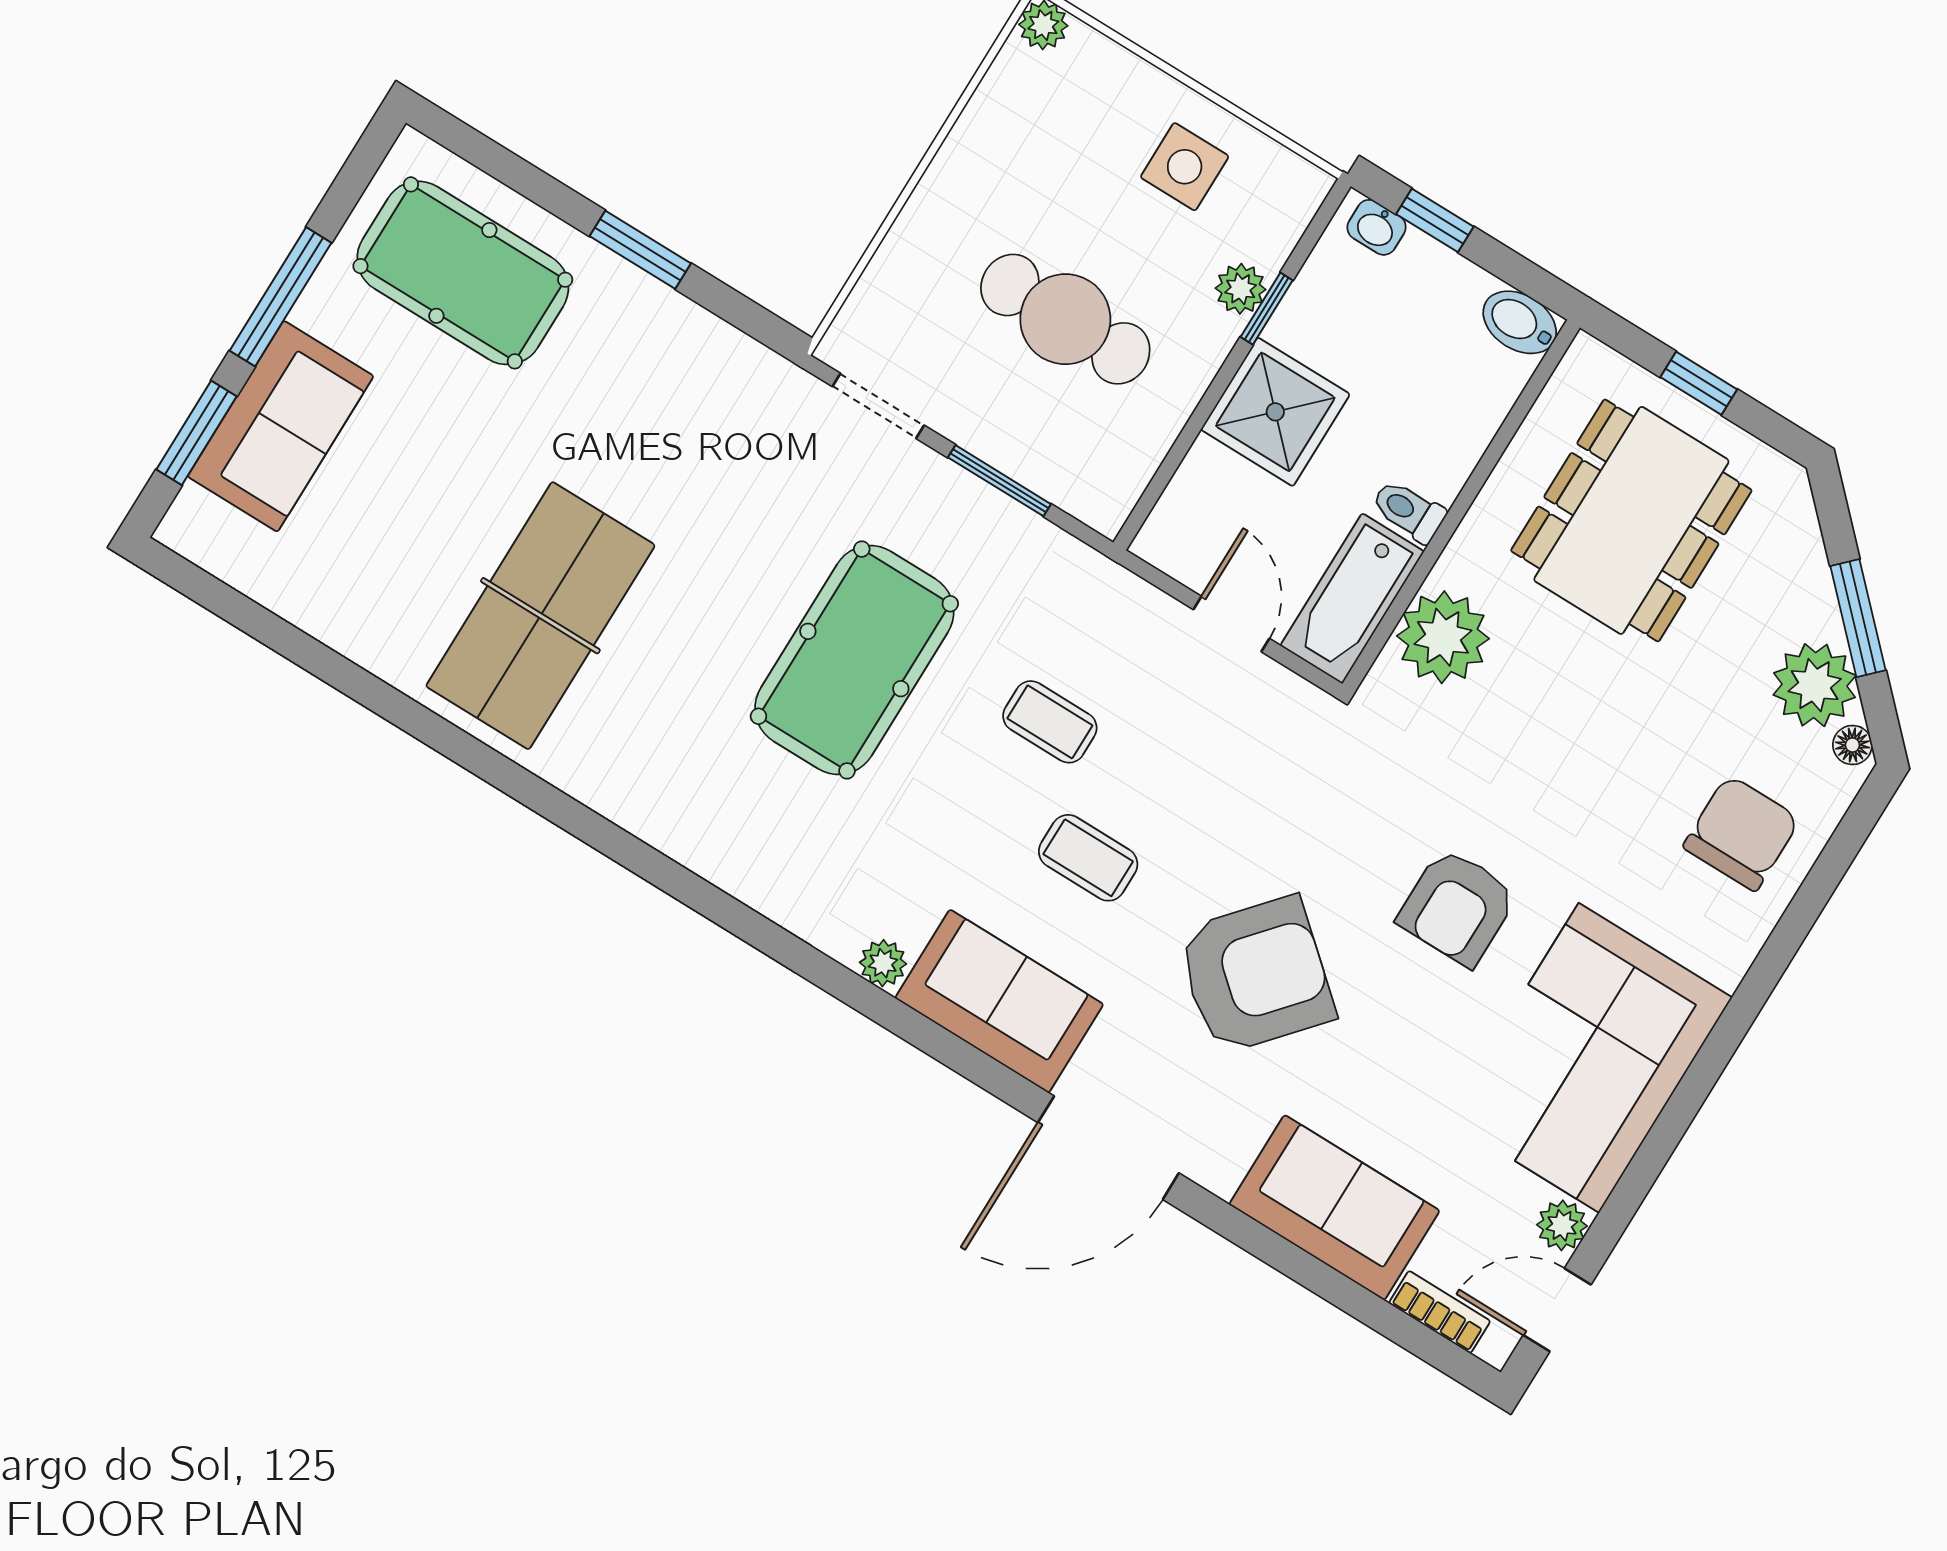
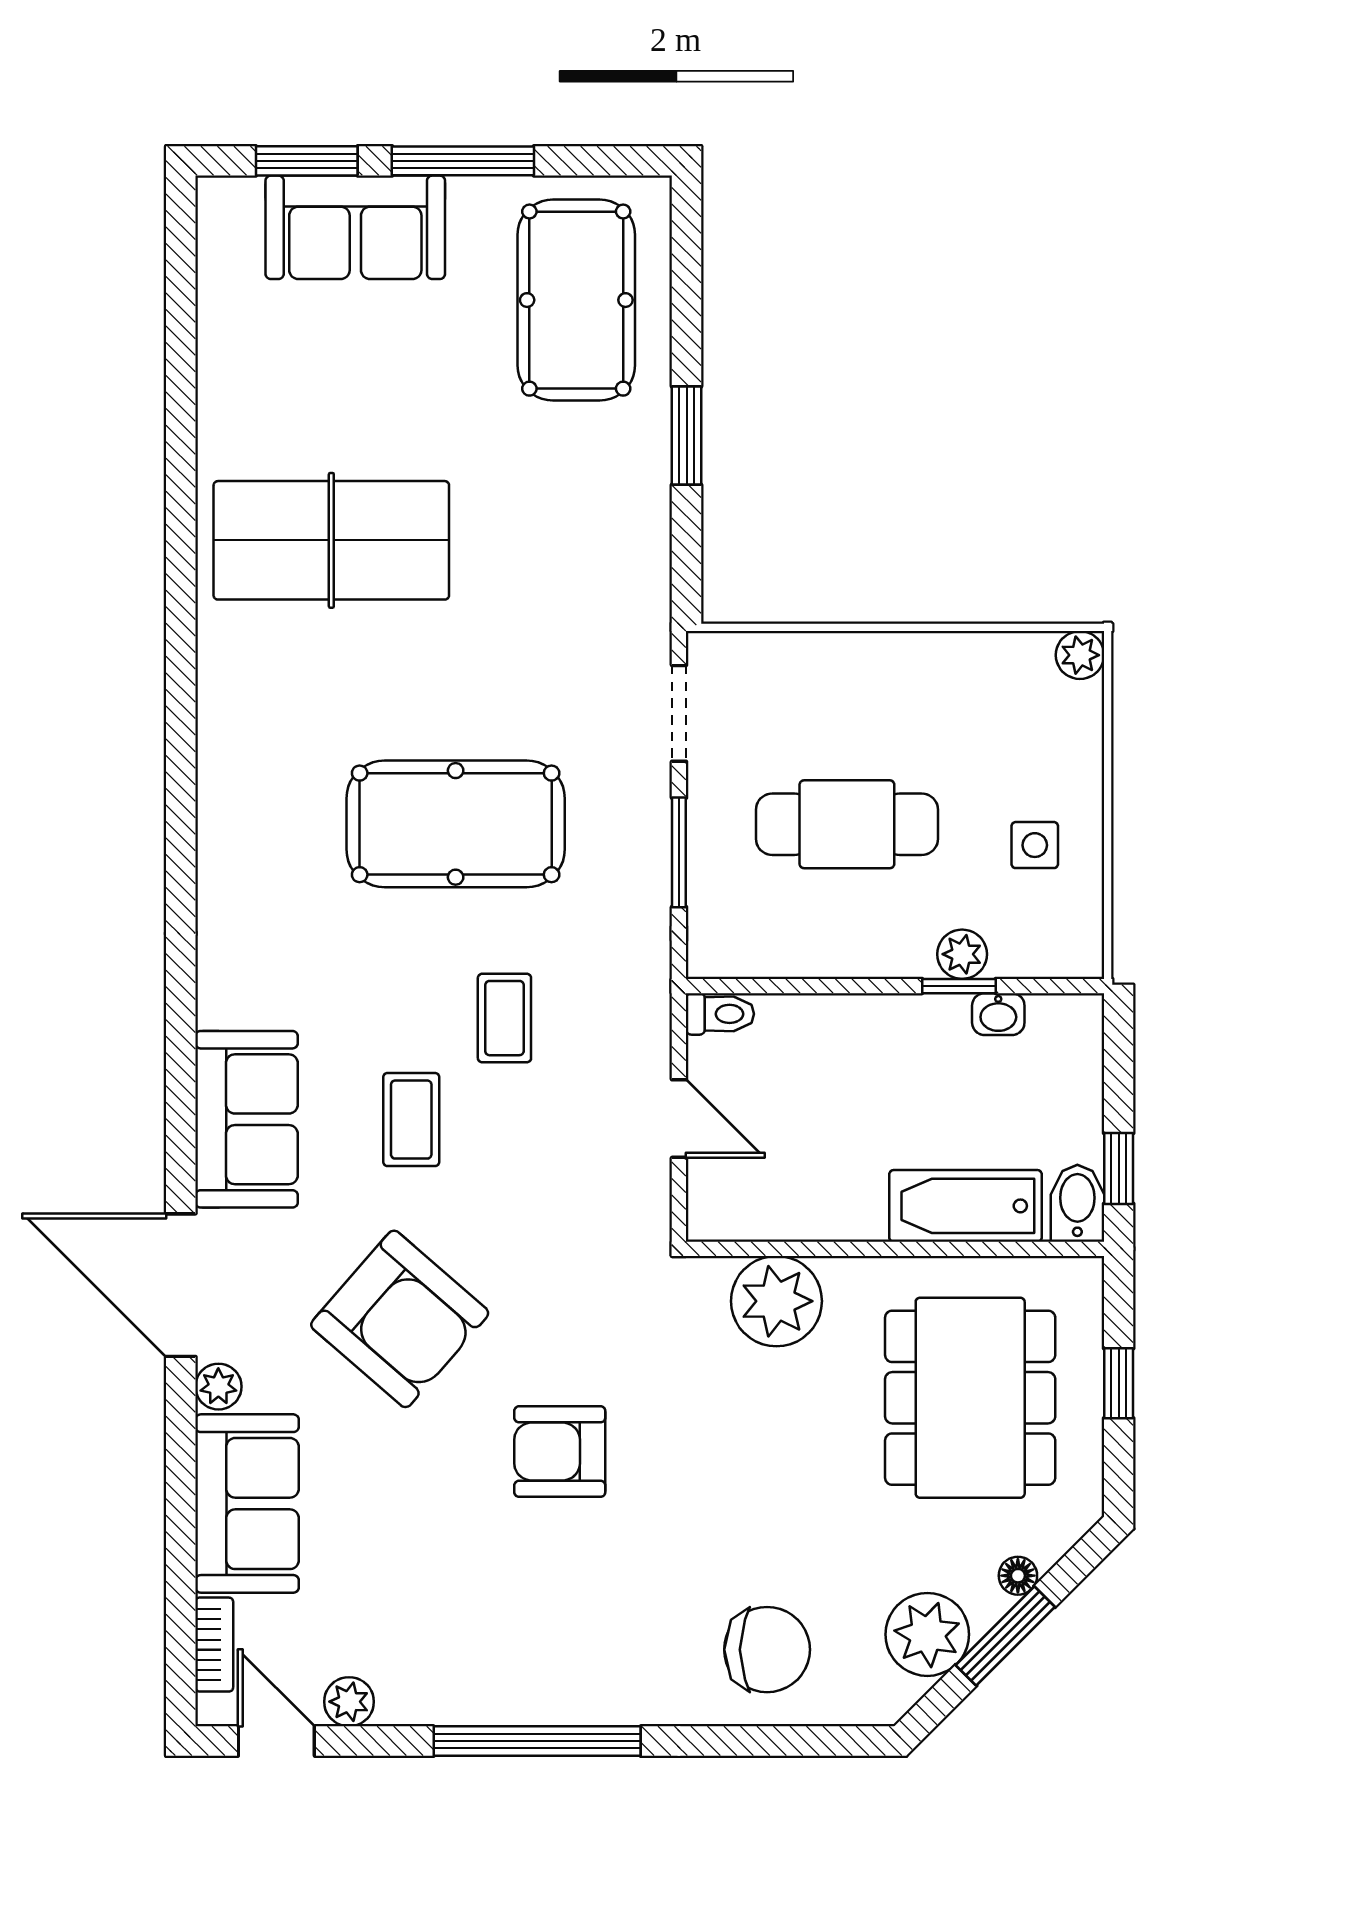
side table: (1185, 167) -> (1035, 845), width x0.73, depth x0.73
window: (1435, 220) -> (1119, 1168), moved
washbasin: (1377, 227) -> (998, 1014), moved, turned -90
cafe table: (1065, 319) -> (847, 824), turned 90
shower: (1275, 412) -> (878, 1046), removed
toilet: (1409, 511) -> (720, 1014), moved, turned 90
dining table: (1631, 520) -> (970, 1398), turned 90
bathtub: (1352, 599) -> (965, 1206), moved
door: (1231, 624) -> (679, 1119), hinge flipped
floor lamp: (1852, 745) -> (1018, 1576), moved
plant: (883, 963) -> (218, 1387), moved
corner sofa: (1589, 1058) -> (502, 1638), removed
window: (1698, 1083) -> (537, 1741), added

